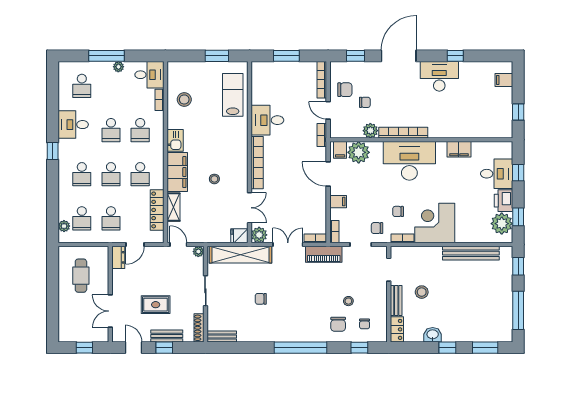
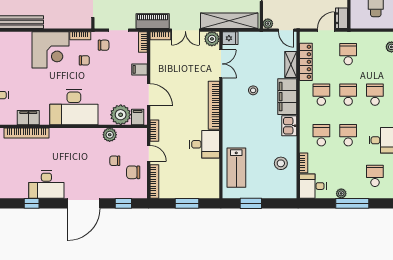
bookcase: (403, 133) -> (27, 133), moved
double door: (250, 208) -> (221, 64), swing flipped
school desk: (82, 218) -> (375, 54), removed

